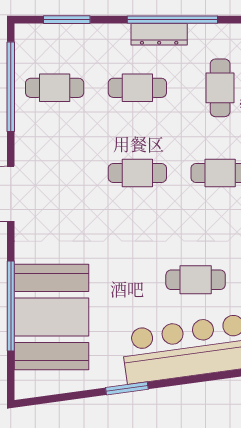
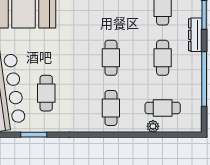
dresser: (159, 34) -> (195, 35), moved

